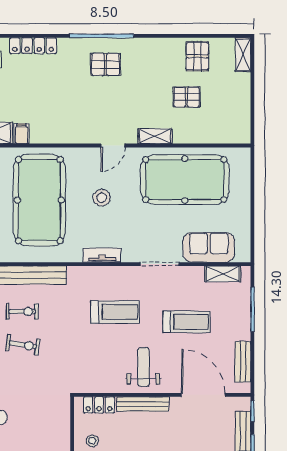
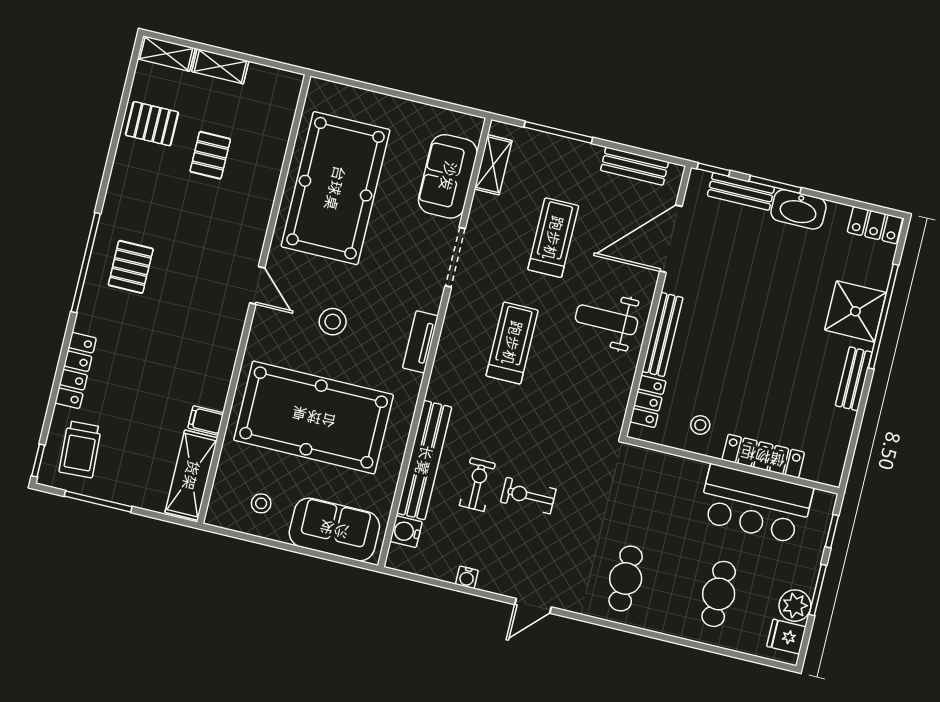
shelving: (155, 136) -> (220, 66), moved, turned 90
exercise bike: (23, 345) -> (528, 496), turned -99

